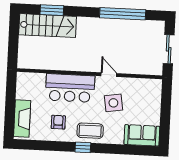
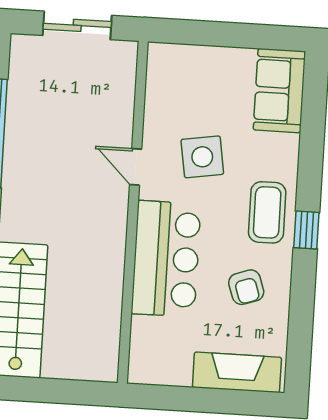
door: (109, 75) -> (136, 167), hinge flipped
armchair: (58, 122) -> (246, 287), turned -109

